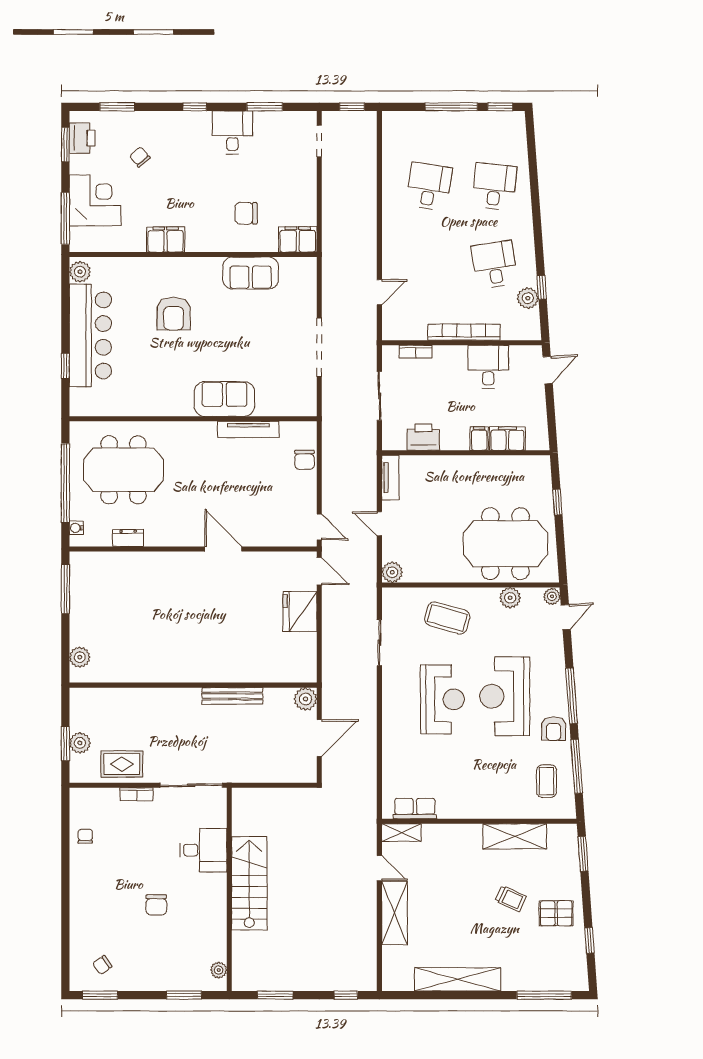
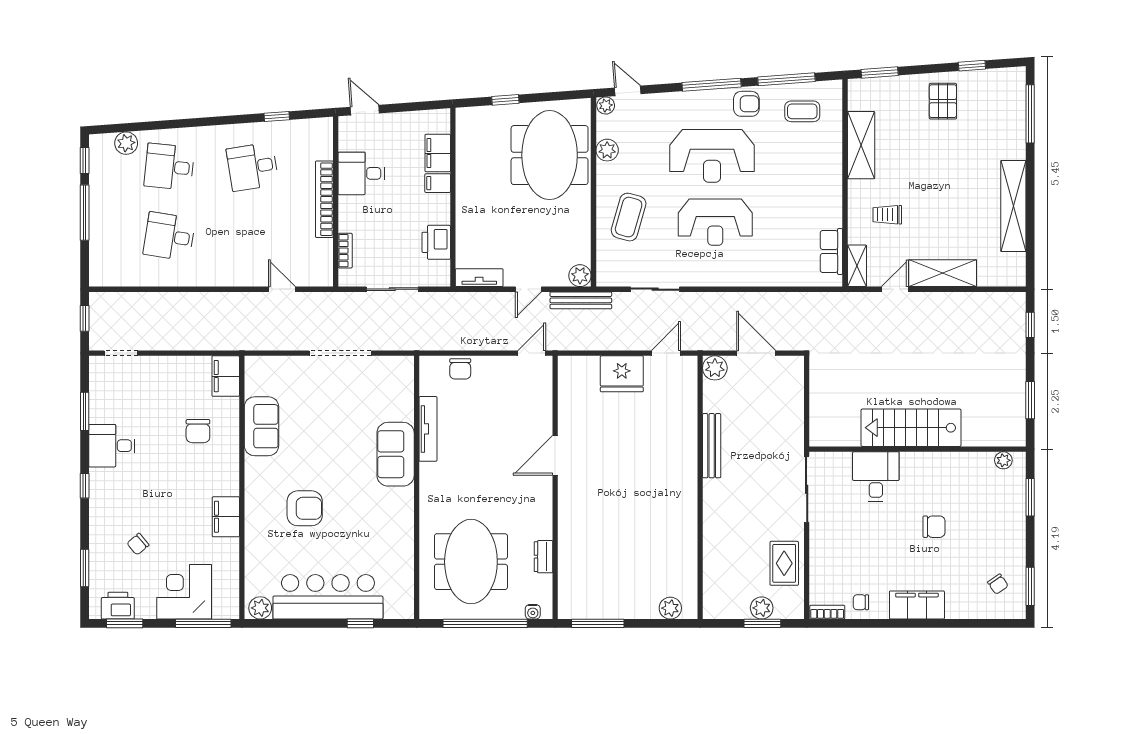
plant: (528, 298) -> (126, 143), moved
chair: (305, 460) -> (460, 369), turned 90
door: (319, 571) -> (666, 353), moved
bench: (369, 573) -> (581, 300), added
reception desk: (442, 699) -> (715, 222), turned 180
bookcase: (137, 794) -> (827, 612), moved, turned -90
filing cabinet: (83, 889) -> (917, 605), added
trolley: (511, 899) -> (887, 215), moved, turned -114

